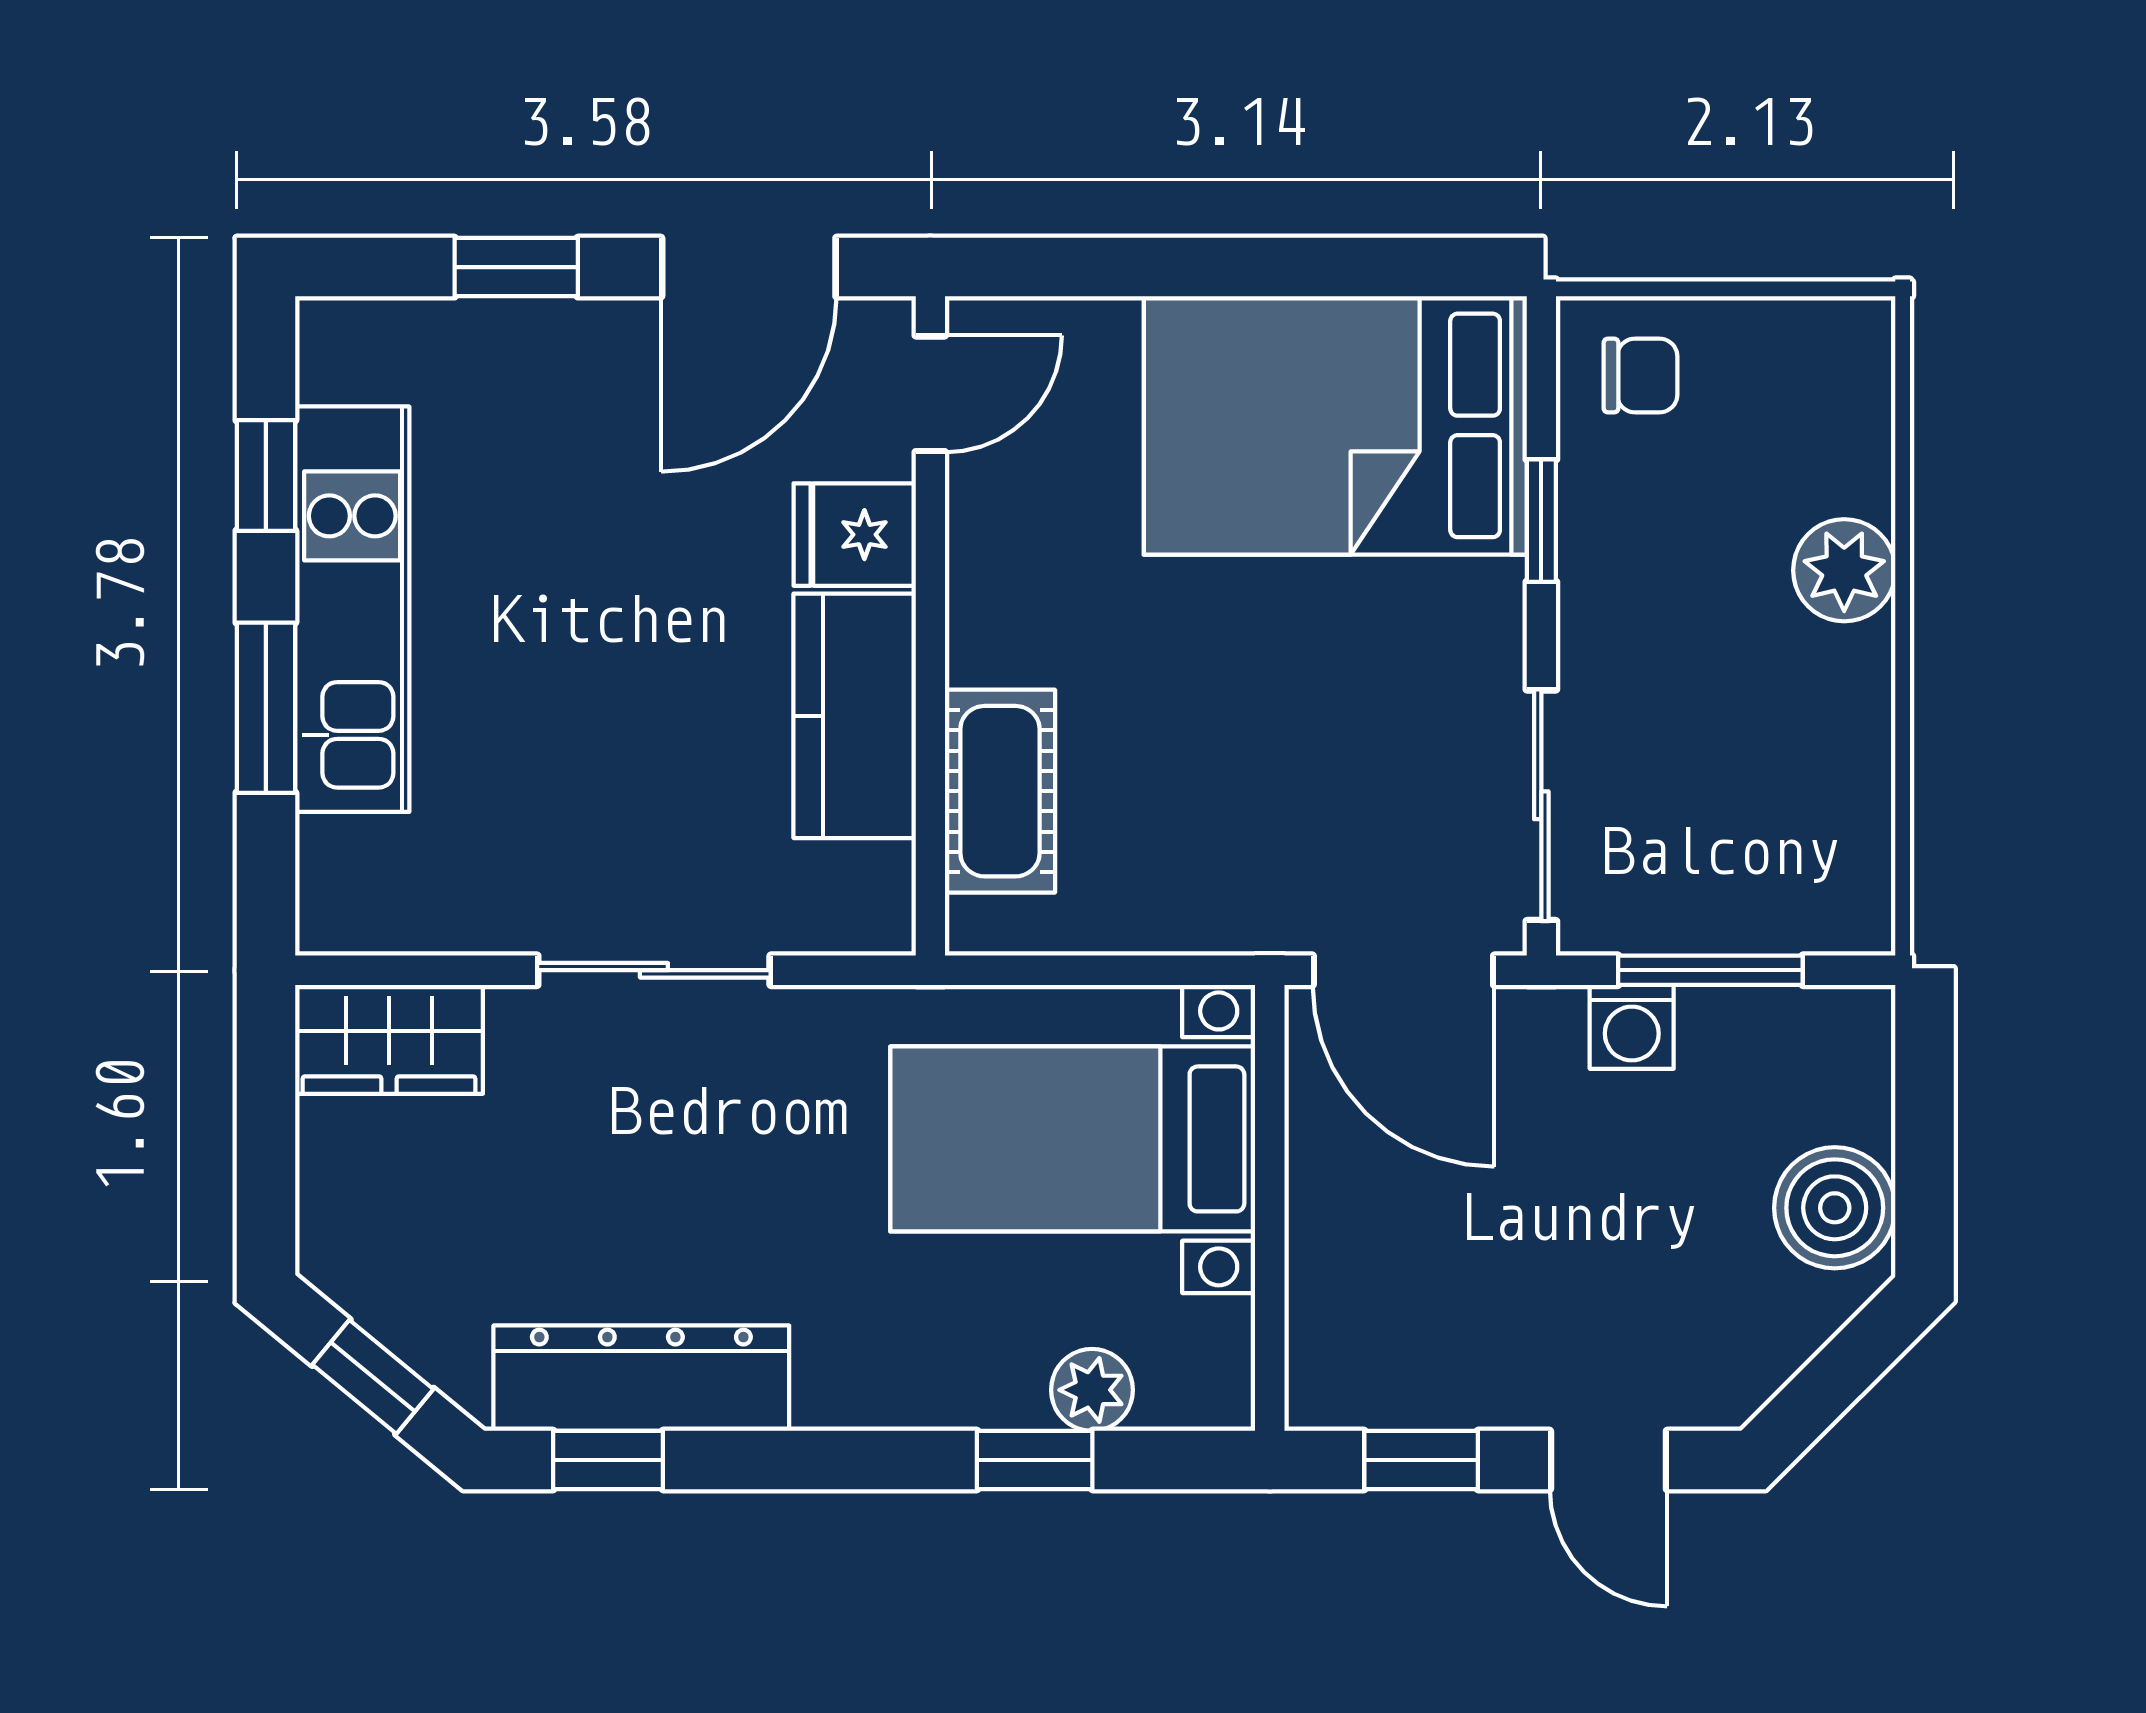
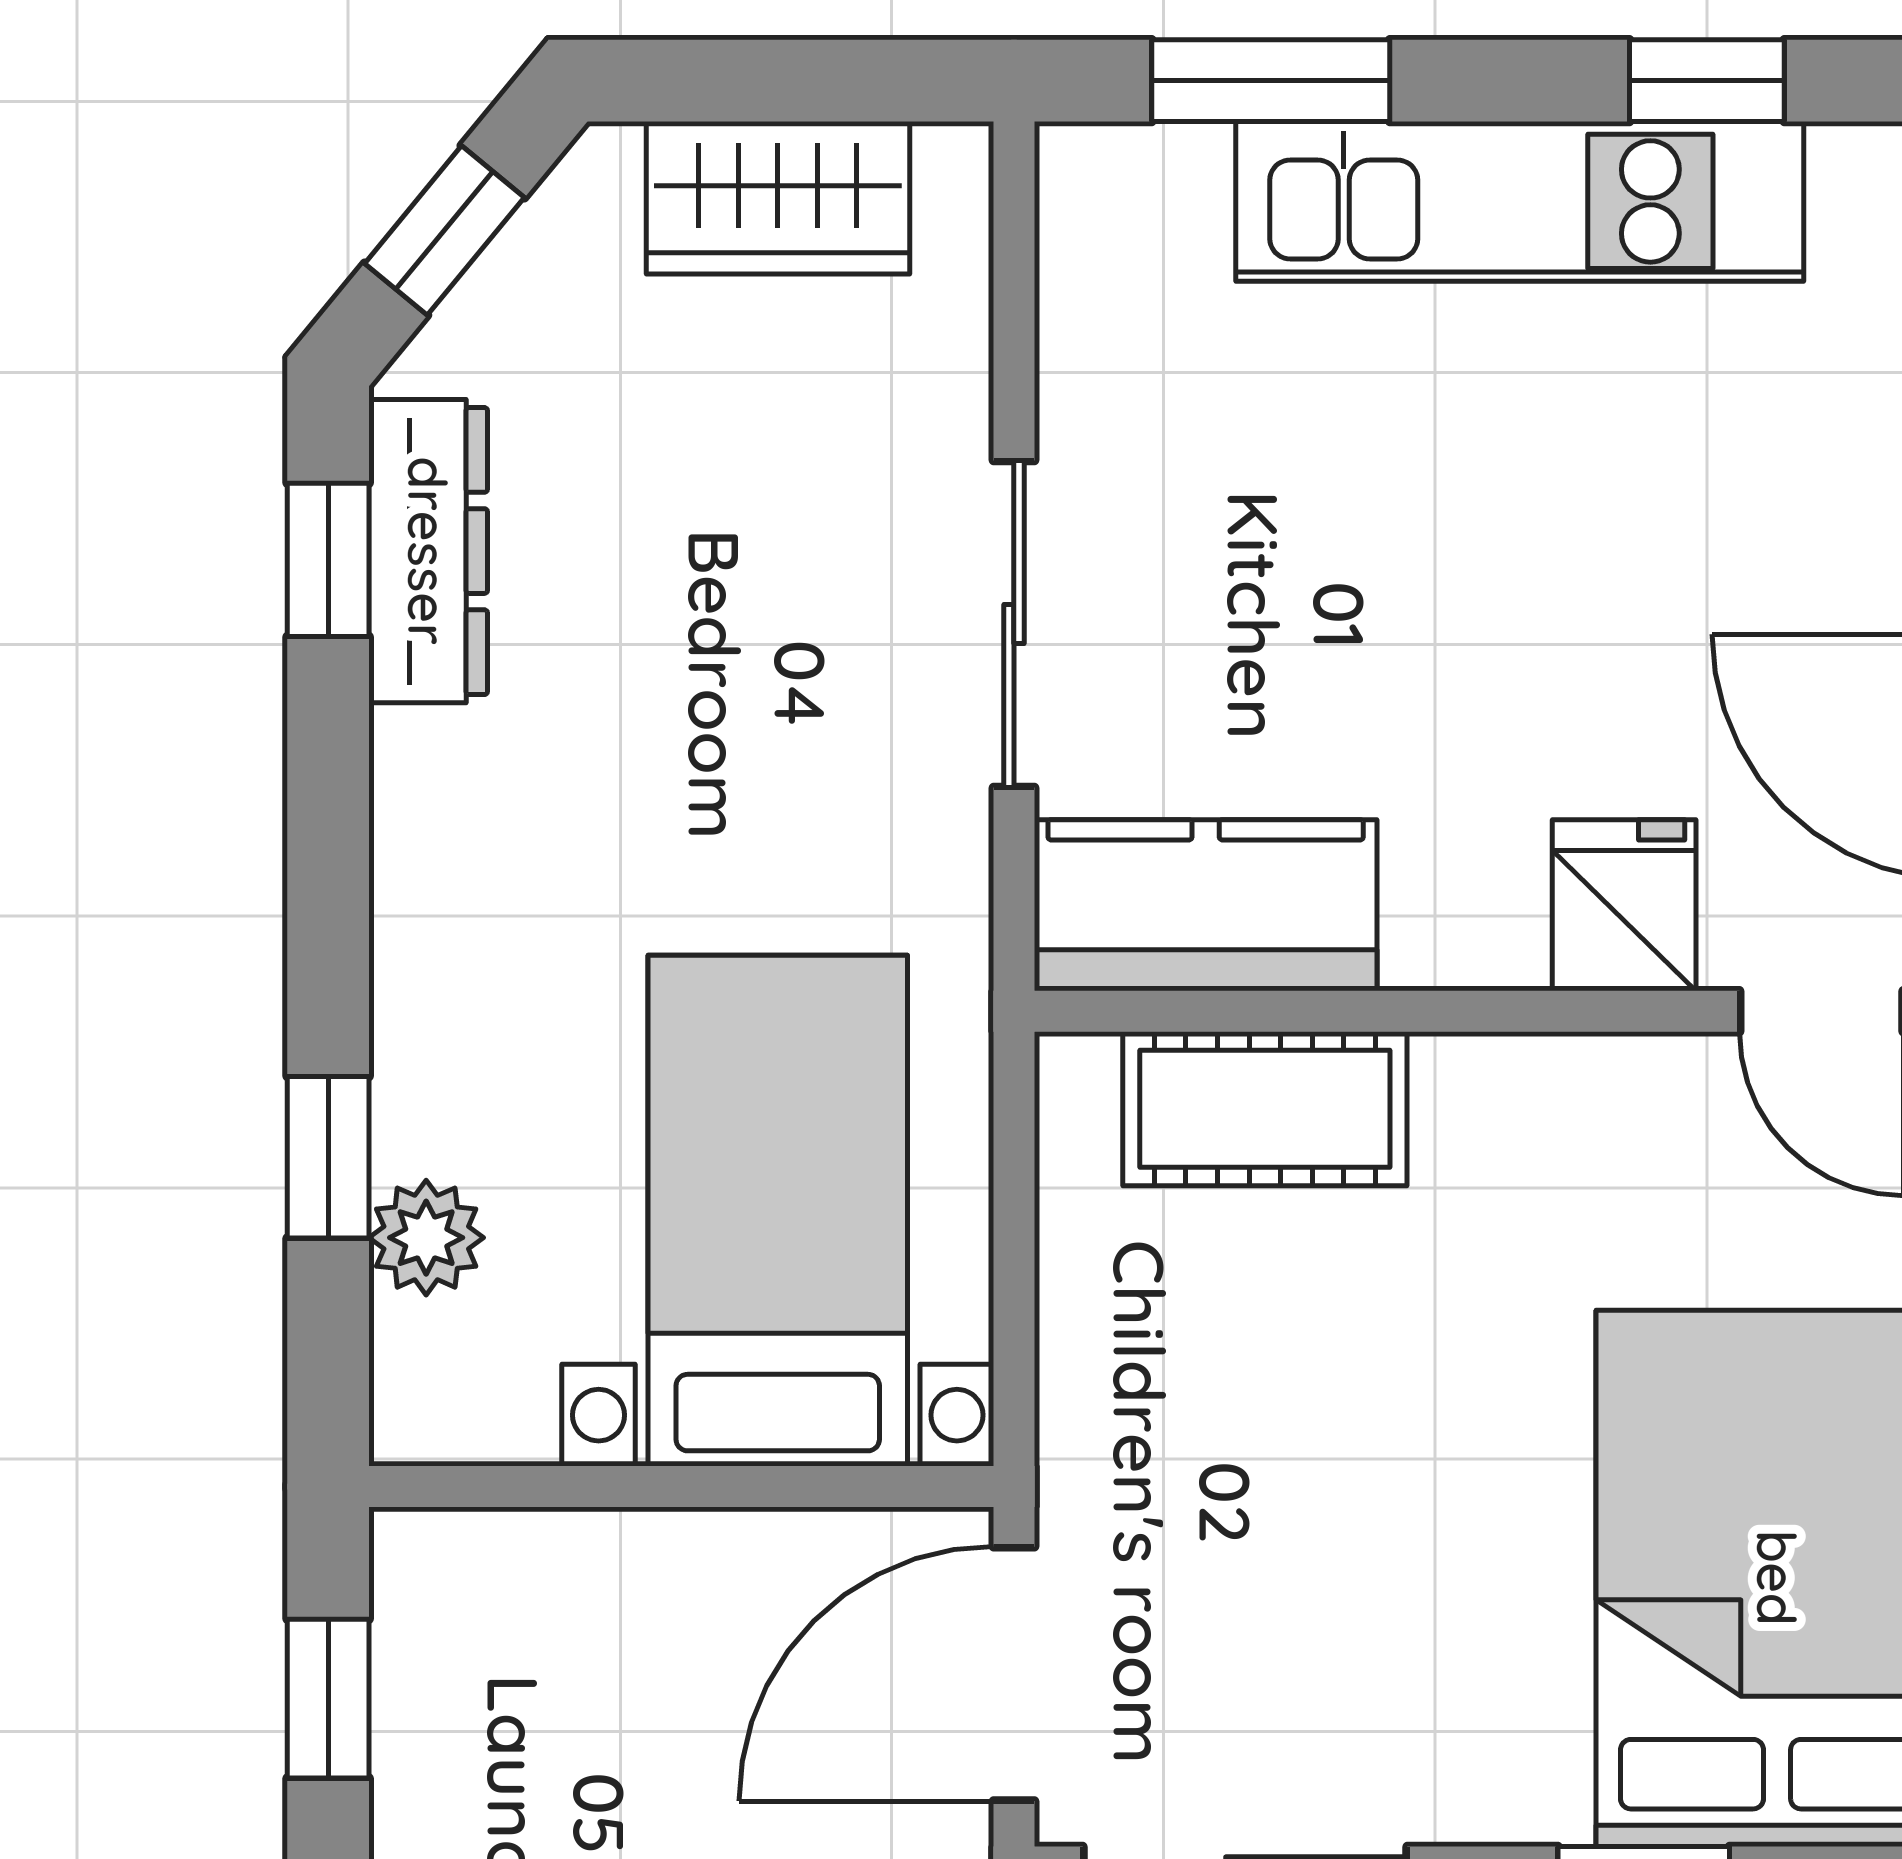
window: (266, 708) -> (1271, 81), moved
kitchen counter: (855, 716) -> (1206, 905), moved
wardrobe: (389, 1039) -> (778, 198), moved, turned -90
dresser: (641, 1378) -> (428, 551), width x0.73, depth x0.80

